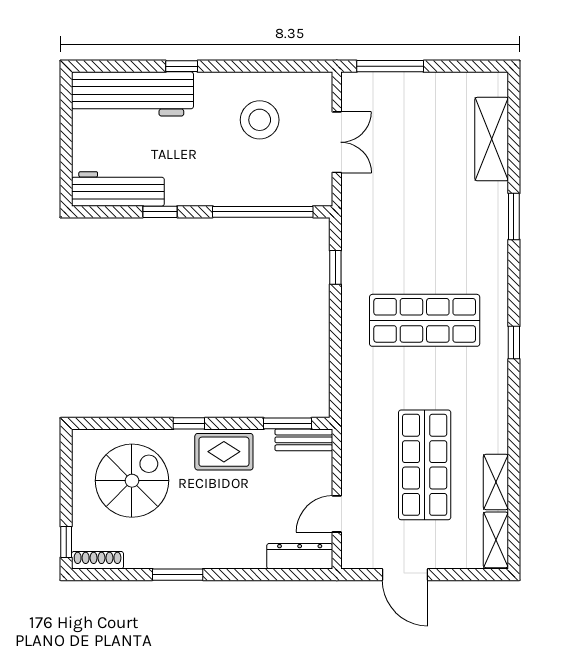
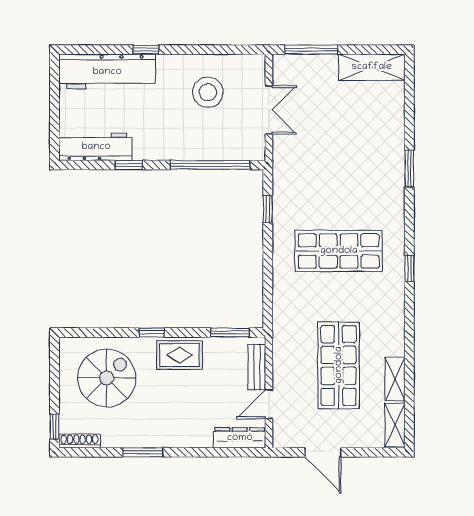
shelving: (492, 139) -> (372, 67), moved, turned 90
bench: (304, 440) -> (257, 367), moved, turned 90

